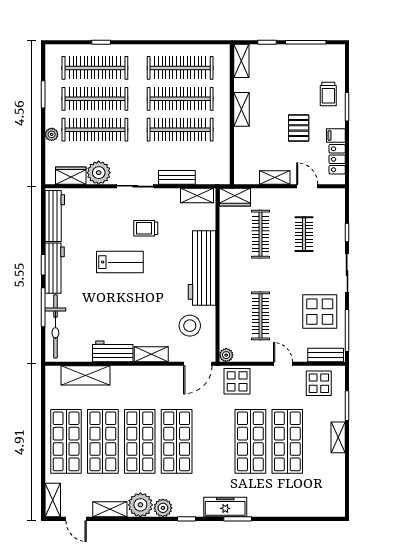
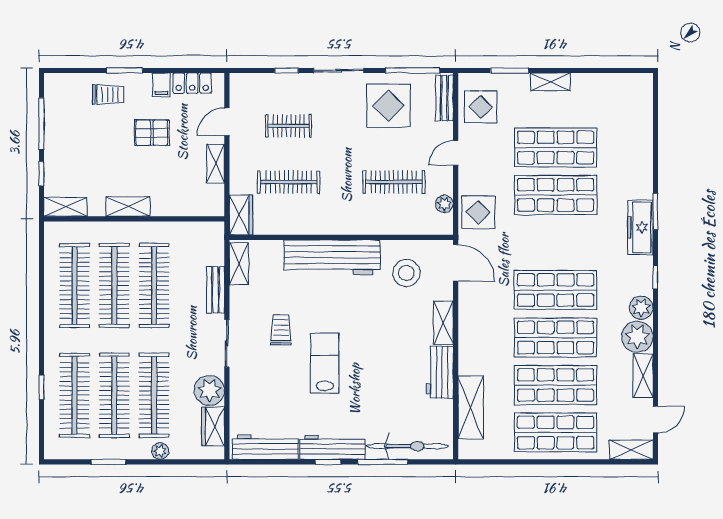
trolley: (146, 228) -> (281, 330), turned 180
plant: (226, 355) -> (444, 204), moved

